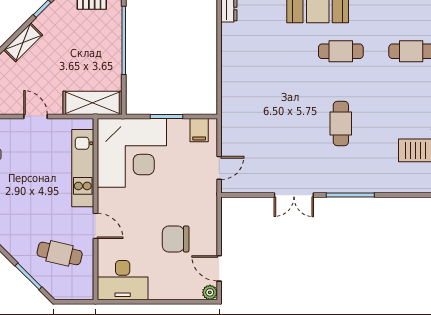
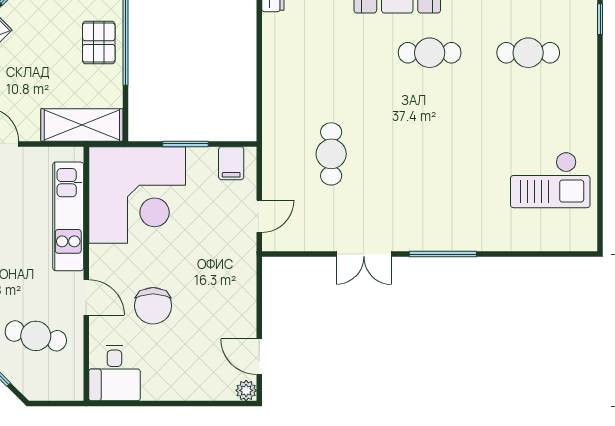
pallet: (105, 44) -> (99, 43), added
cafe table: (341, 124) -> (331, 154), moved
chair: (176, 239) -> (153, 306), moved, turned -90
desk: (123, 280) -> (114, 373), width x0.73

